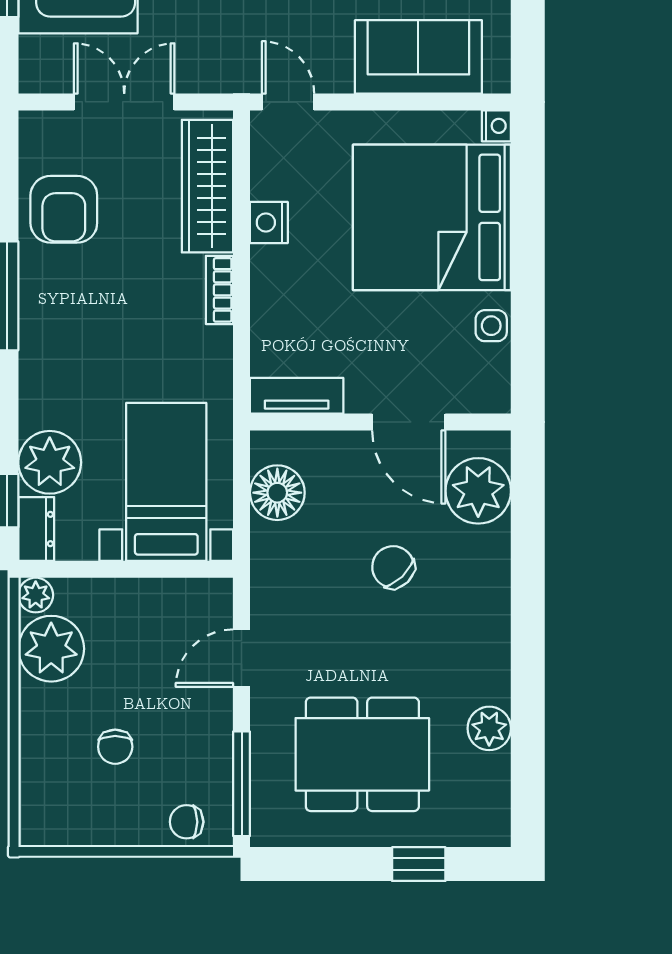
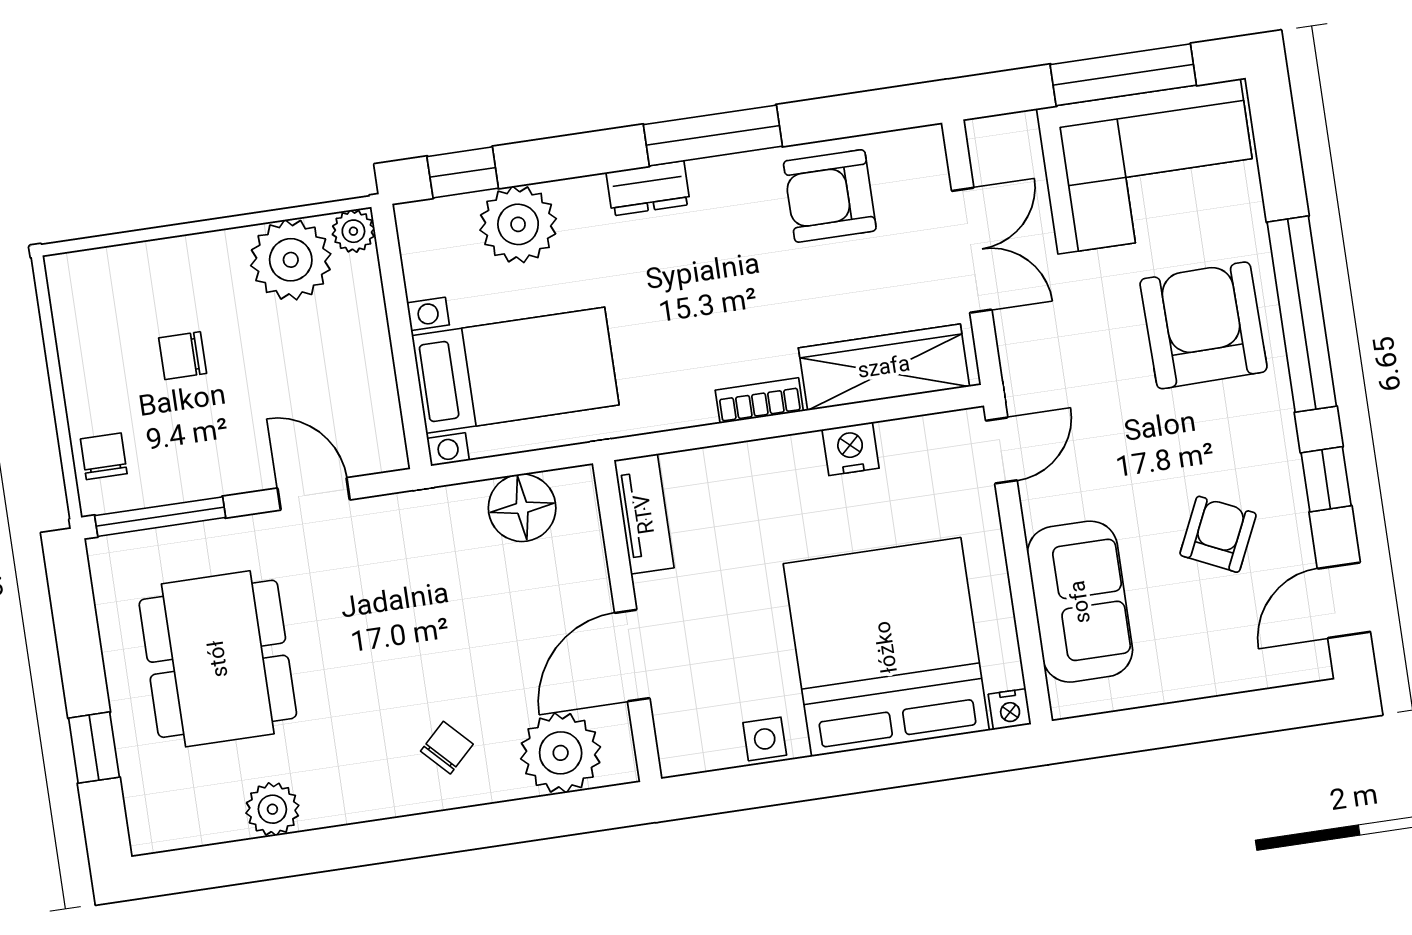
dresser: (36, 529) -> (648, 188), moved
chair: (393, 567) -> (447, 748), moved, width x0.73, depth x0.73

